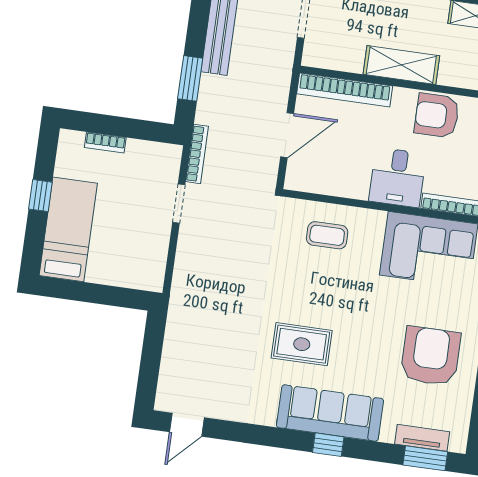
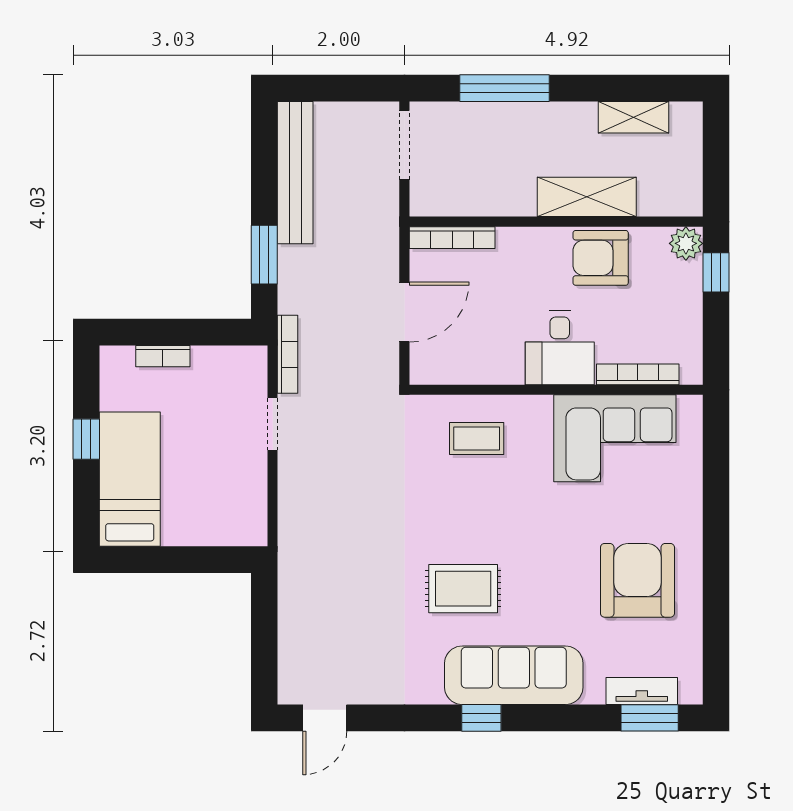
shelving: (401, 65) -> (587, 197), moved
bookcase: (345, 90) -> (452, 238), width x0.68, depth x0.76
window: (328, 445) -> (481, 718), moved

